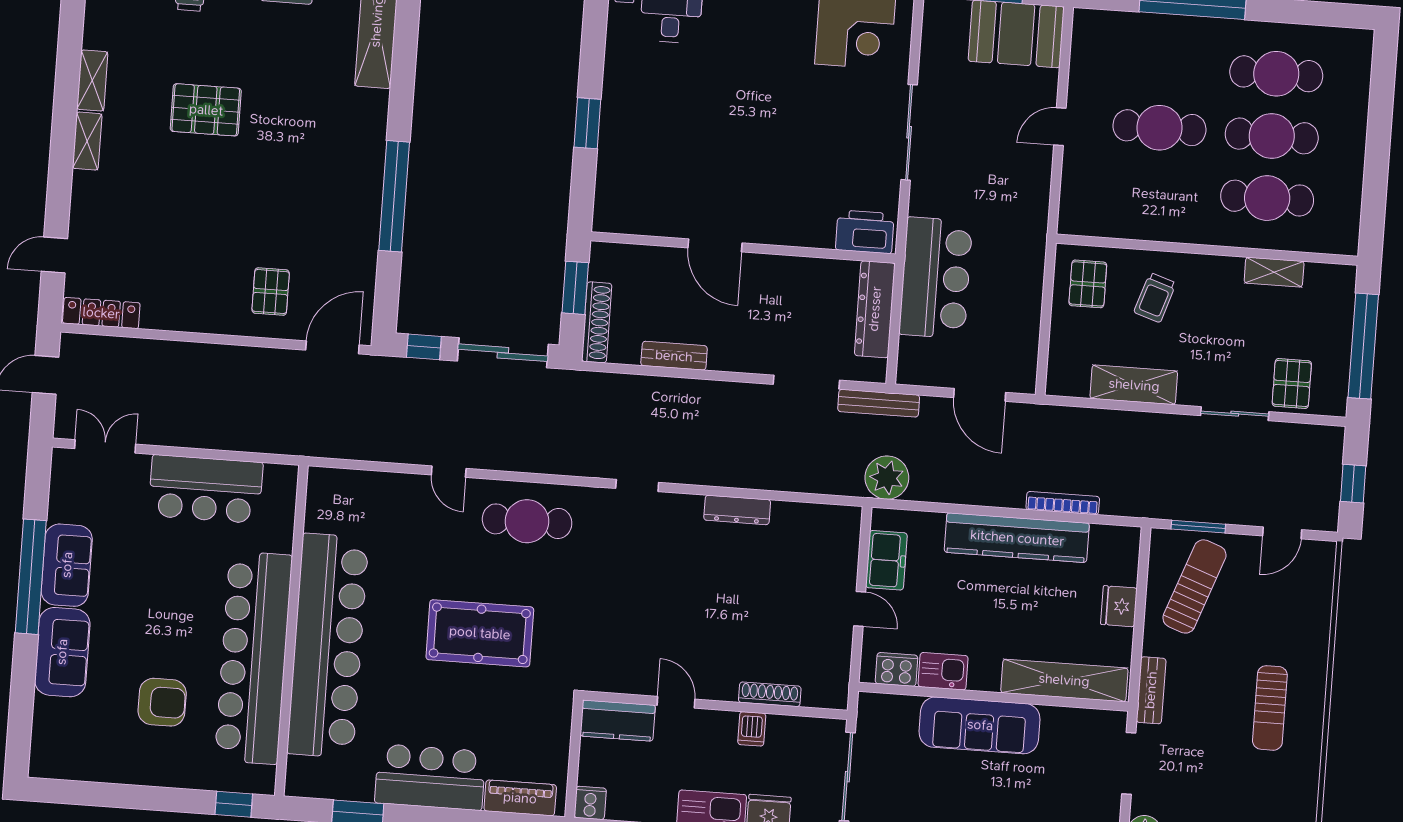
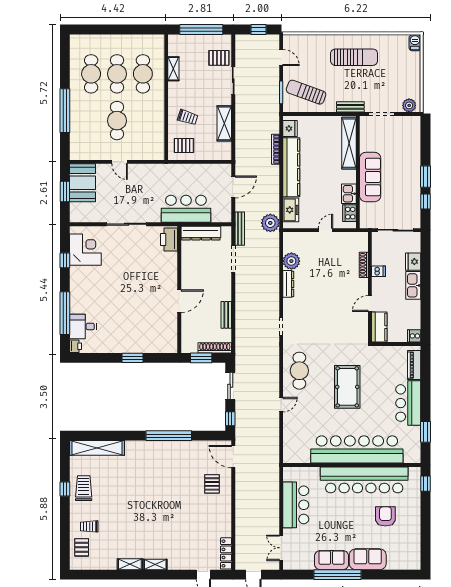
pallet: (206, 110) -> (139, 516), removed
pallet: (271, 292) -> (212, 484), turned 90
sliding door: (503, 353) -> (230, 386), width x0.73
plant: (792, 521) -> (291, 261), added
freezer: (886, 560) -> (291, 210), moved, turned 90
fridge: (1119, 606) -> (290, 129), moved, turned -90
sun lounger: (1270, 708) -> (354, 57), width x1.36, depth x1.34

